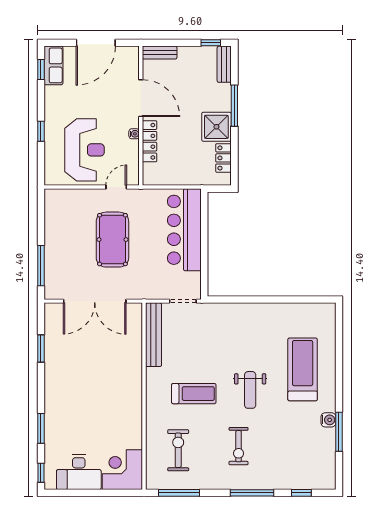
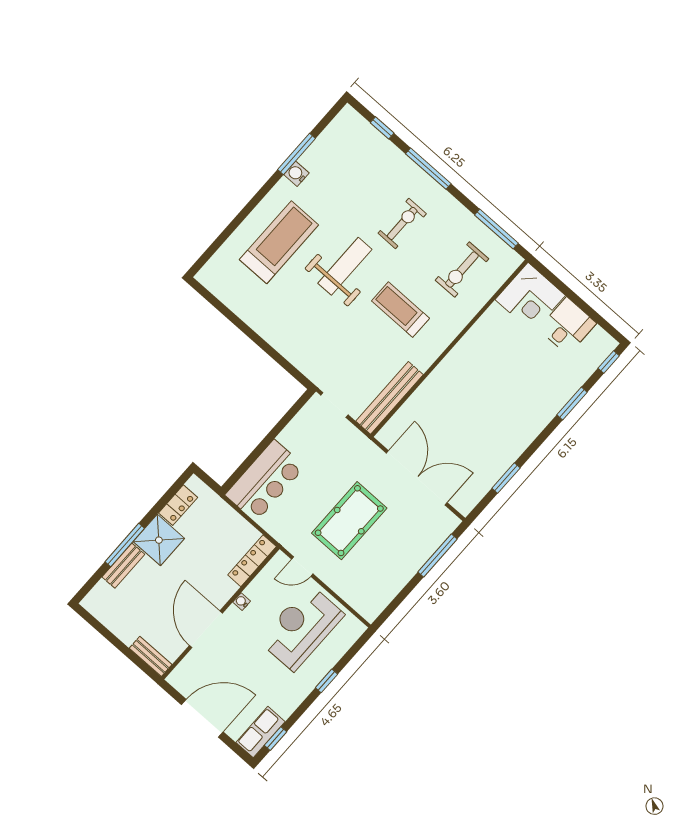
window: (211, 43) -> (95, 623), removed
bench: (224, 64) -> (123, 566), moved
locker: (150, 141) -> (252, 561), moved
bar counter: (184, 230) -> (265, 481), width x0.73
treadmill: (303, 369) -> (279, 242), turned 180
weight bench: (250, 390) -> (345, 266), width x1.36, depth x1.33
desk: (79, 472) -> (567, 326), width x0.73

